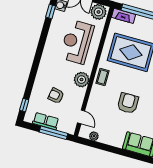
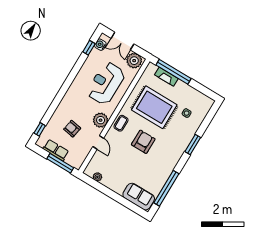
fireplace: (123, 16) -> (166, 77), moved
armchair: (128, 103) -> (143, 142), moved
door: (81, 117) -> (98, 142), moved

